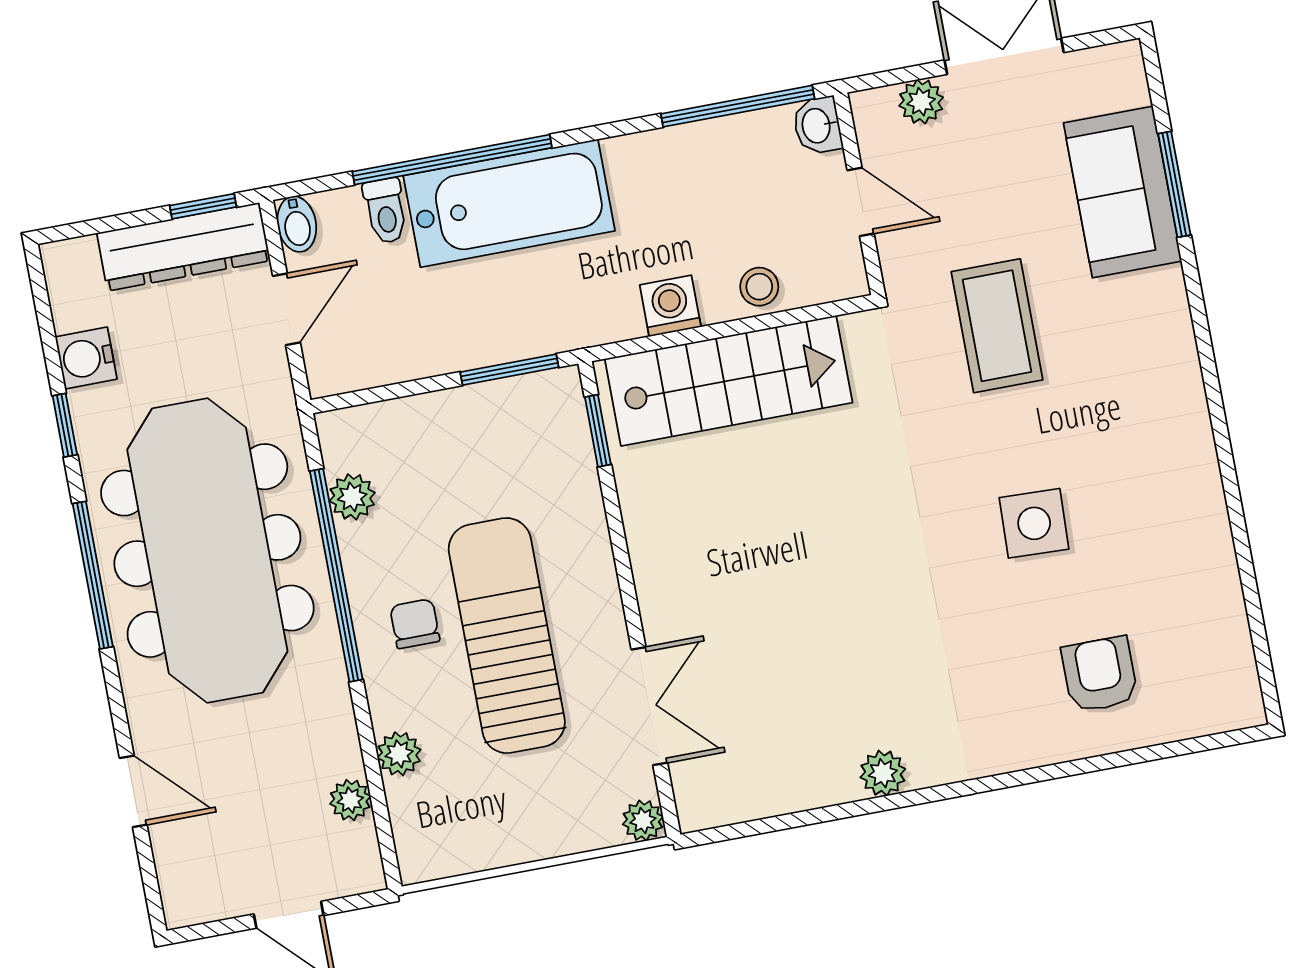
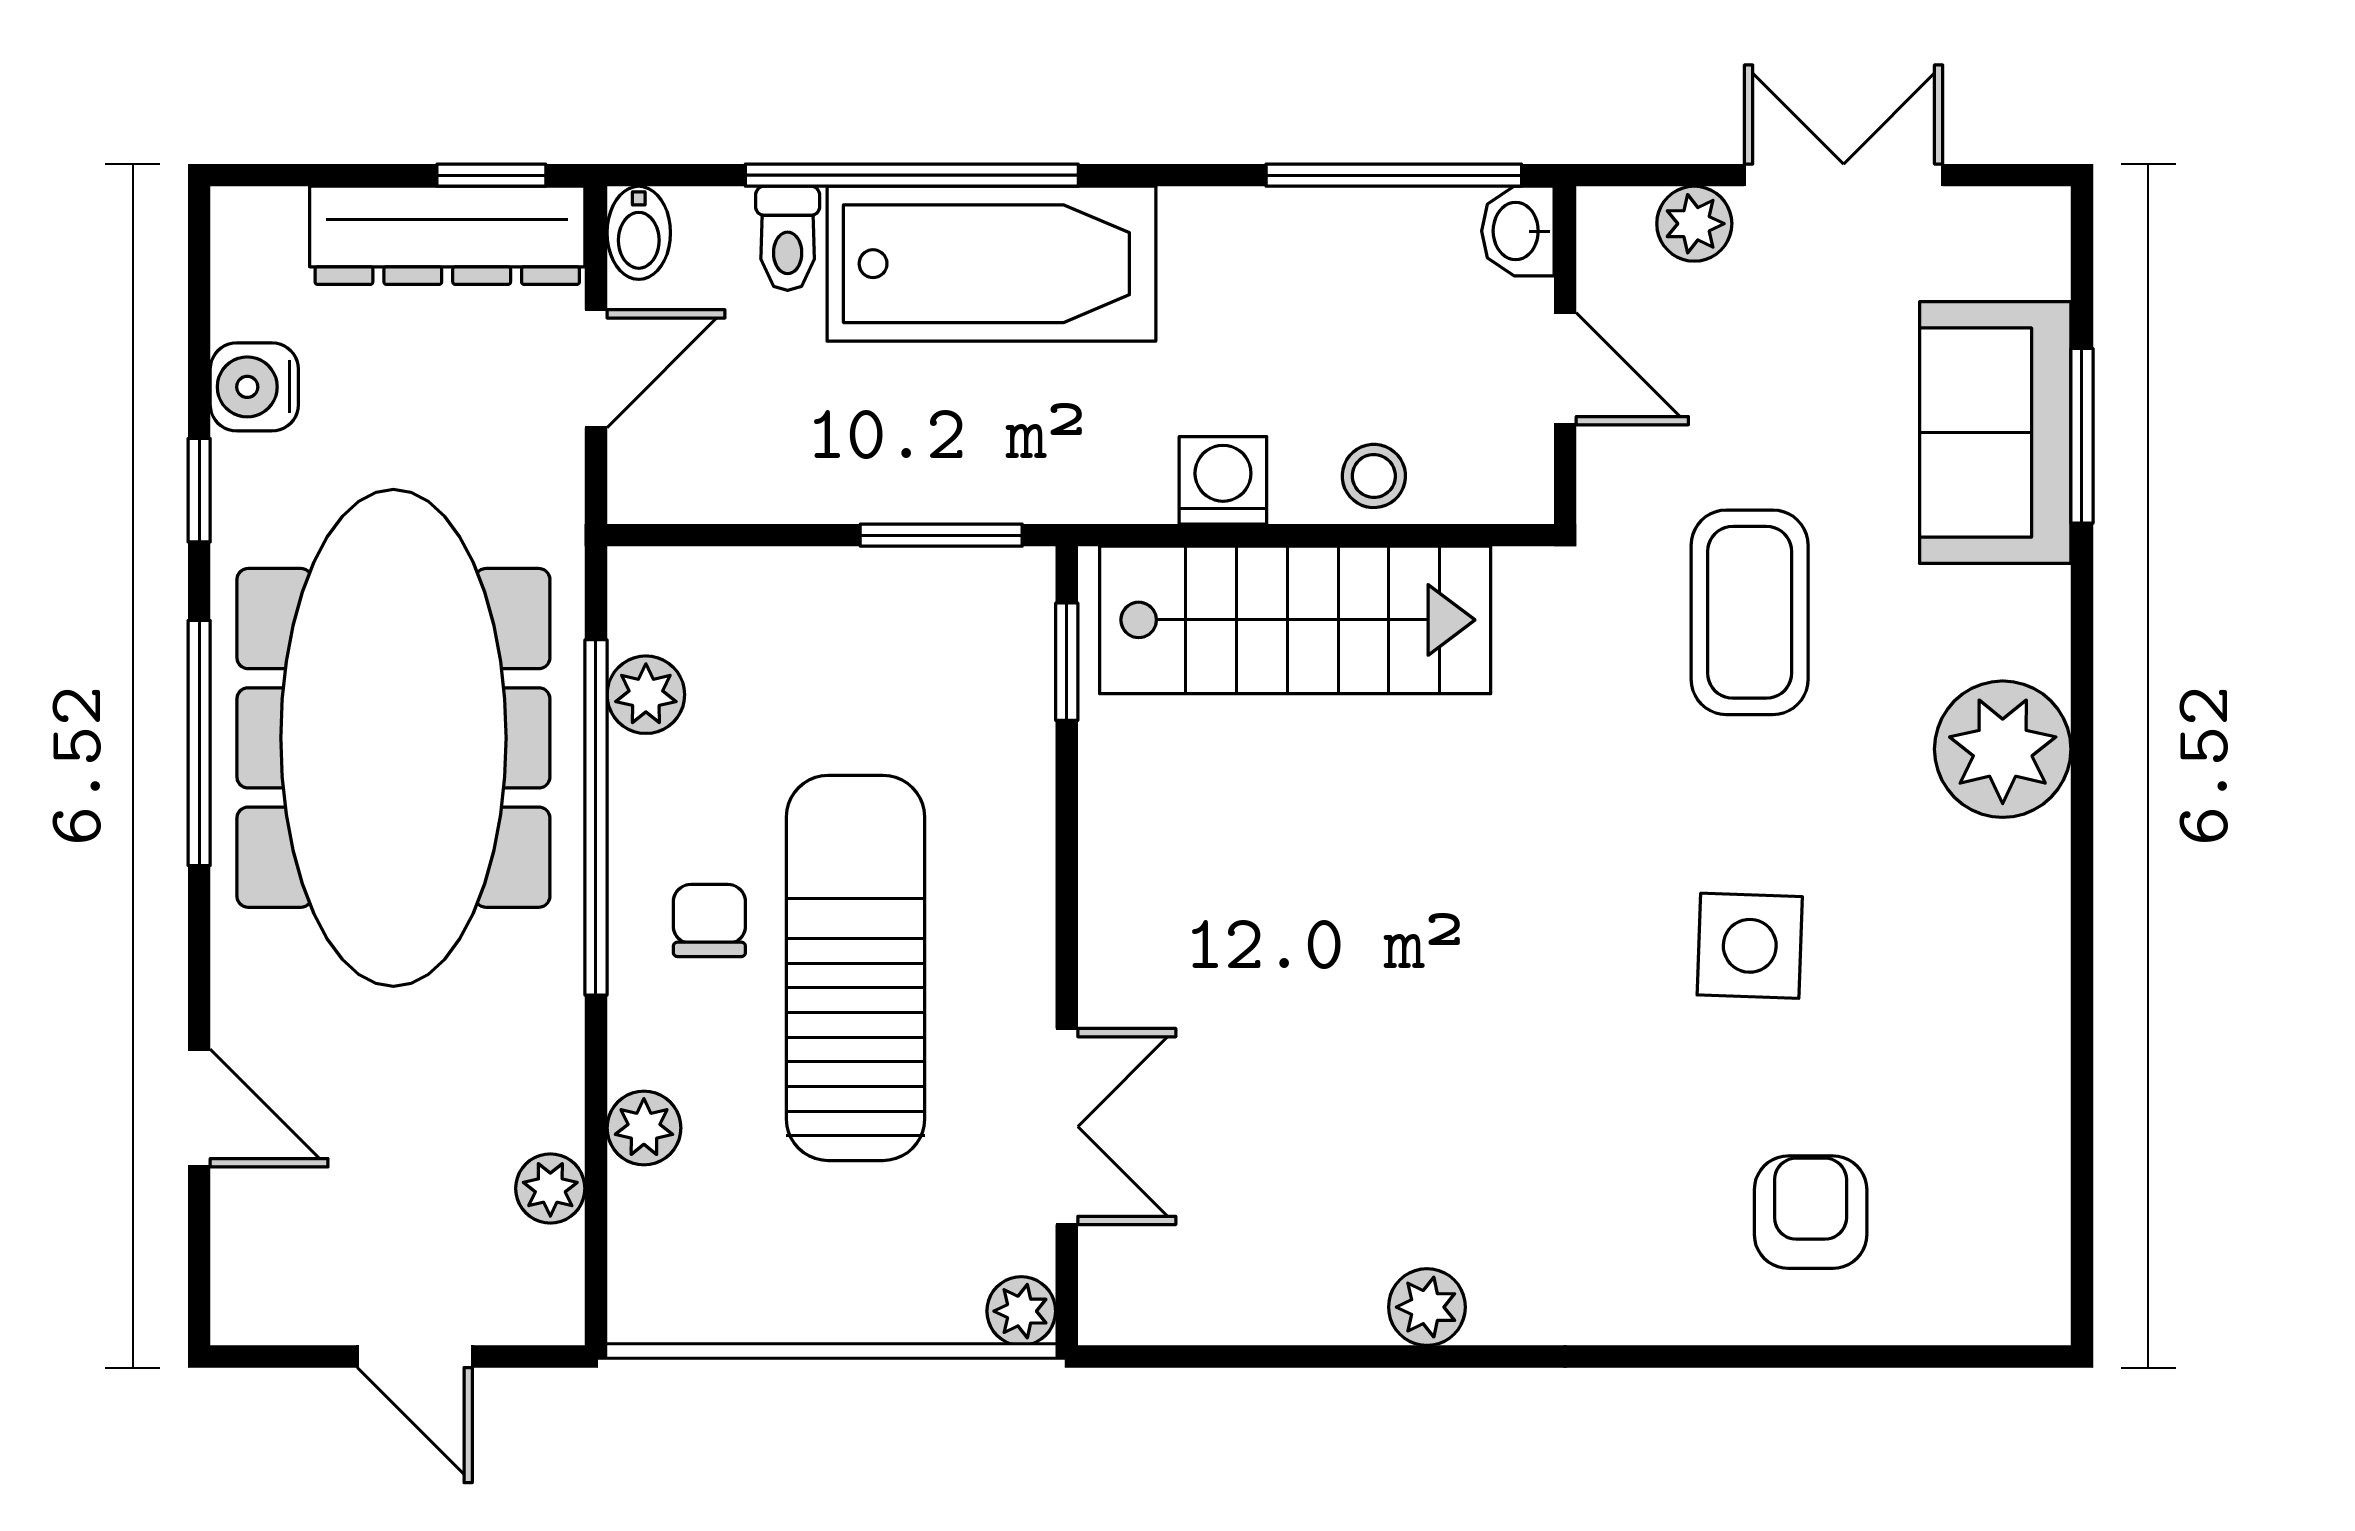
plant: (1162, 379) -> (2003, 749), added

